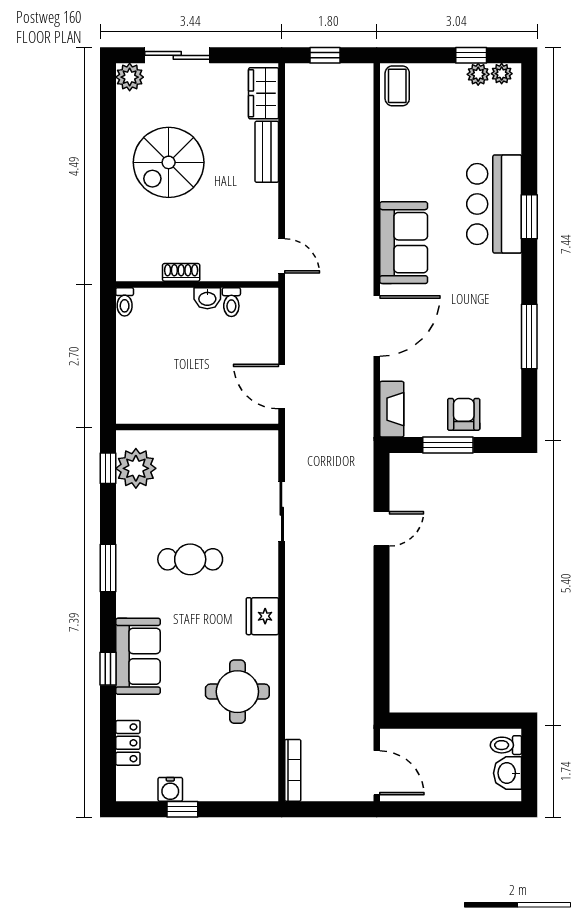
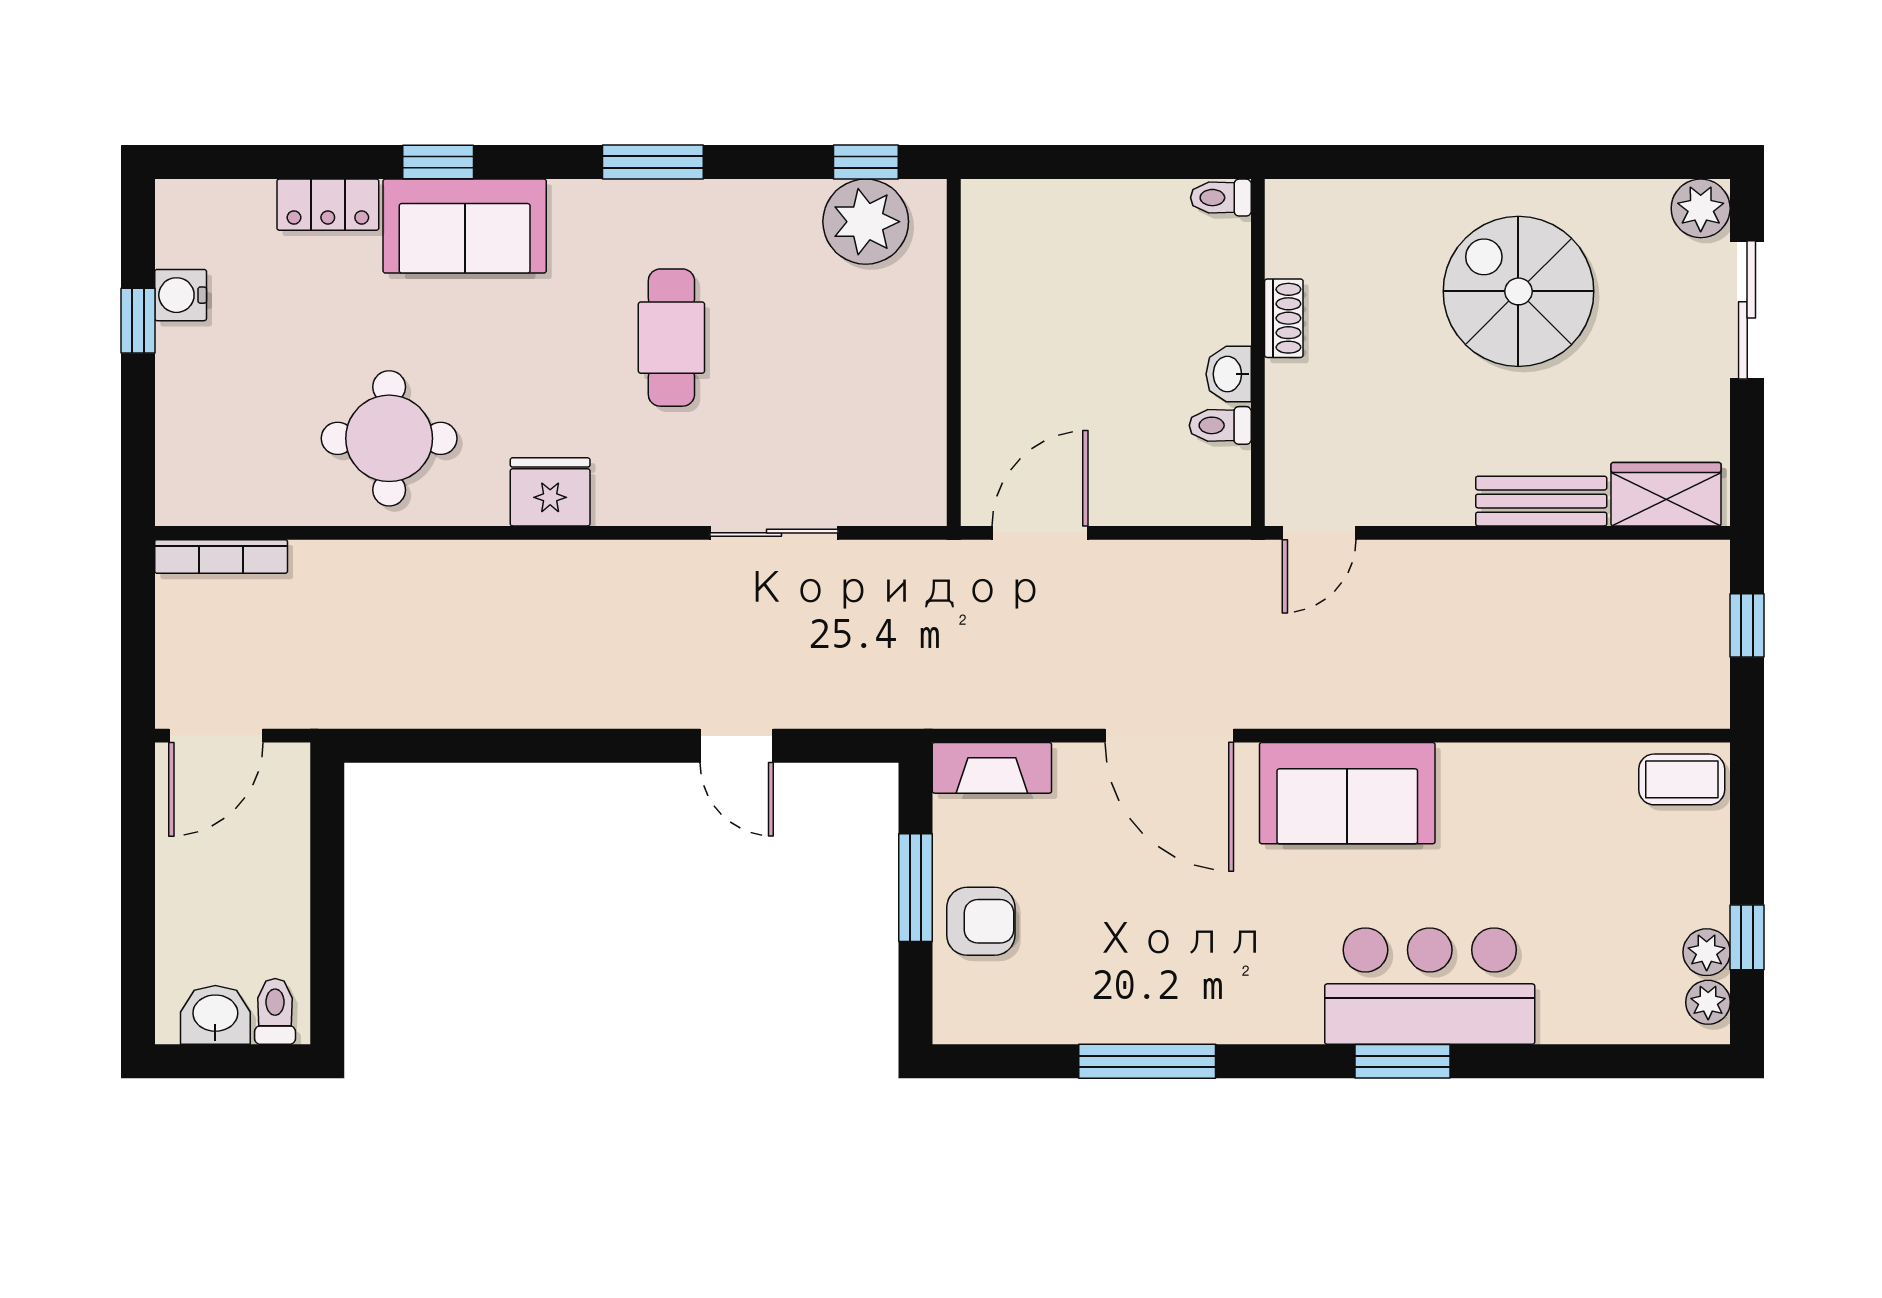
locker: (128, 743) -> (328, 205), moved

